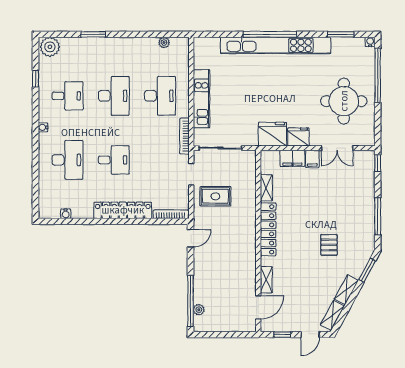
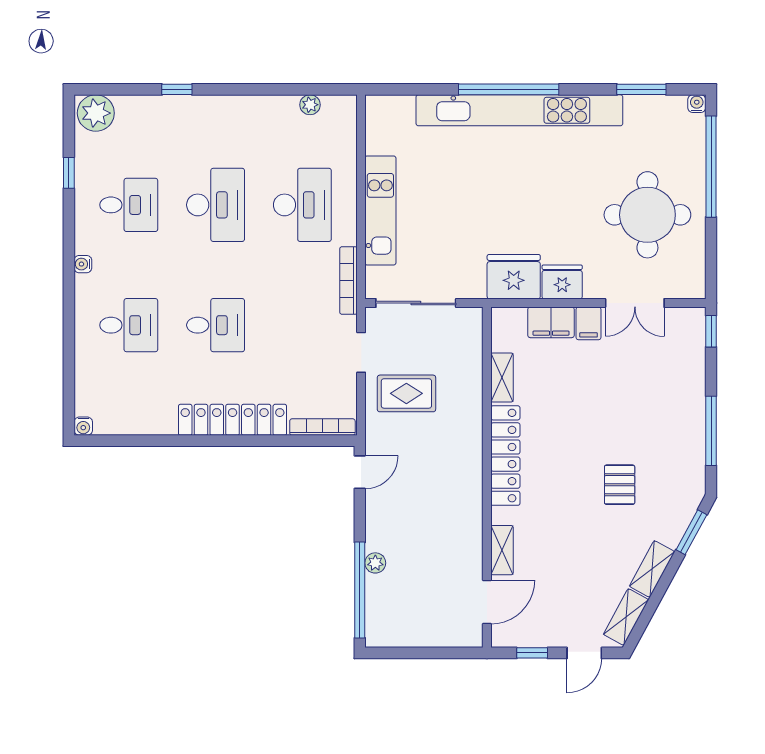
window: (93, 34) -> (177, 89), width x0.67
desk: (67, 160) -> (129, 325), width x0.73
water cooler: (66, 214) -> (83, 426), moved
plant: (199, 310) -> (375, 563), moved

